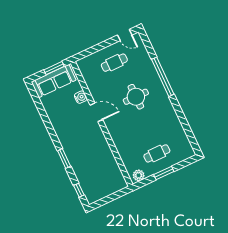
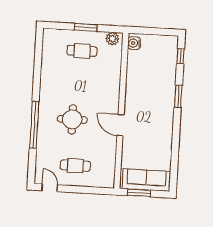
water cooler: (81, 97) -> (134, 43), moved

